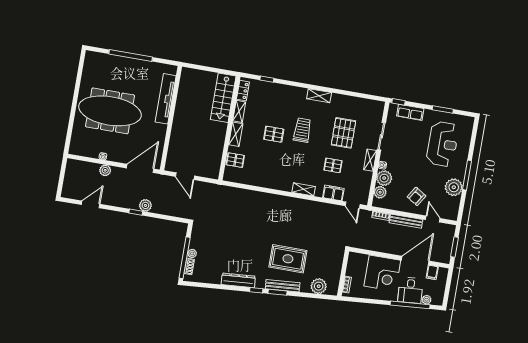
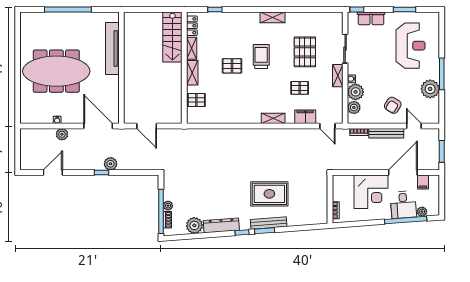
door: (140, 168) -> (98, 126), hinge flipped
plant: (319, 286) -> (194, 225), moved

